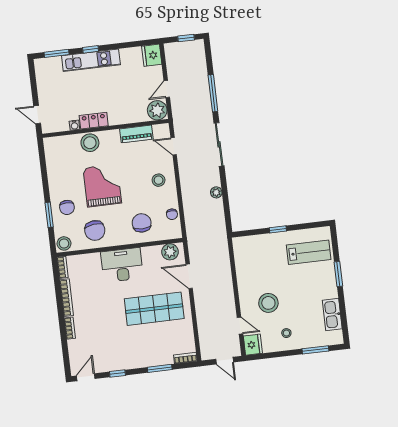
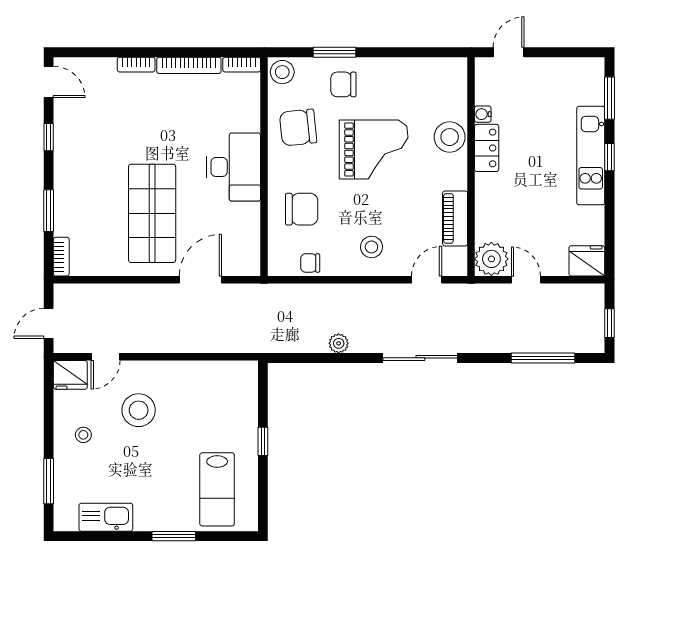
window: (213, 93) -> (543, 358), moved
plant: (170, 252) -> (246, 252), removed

